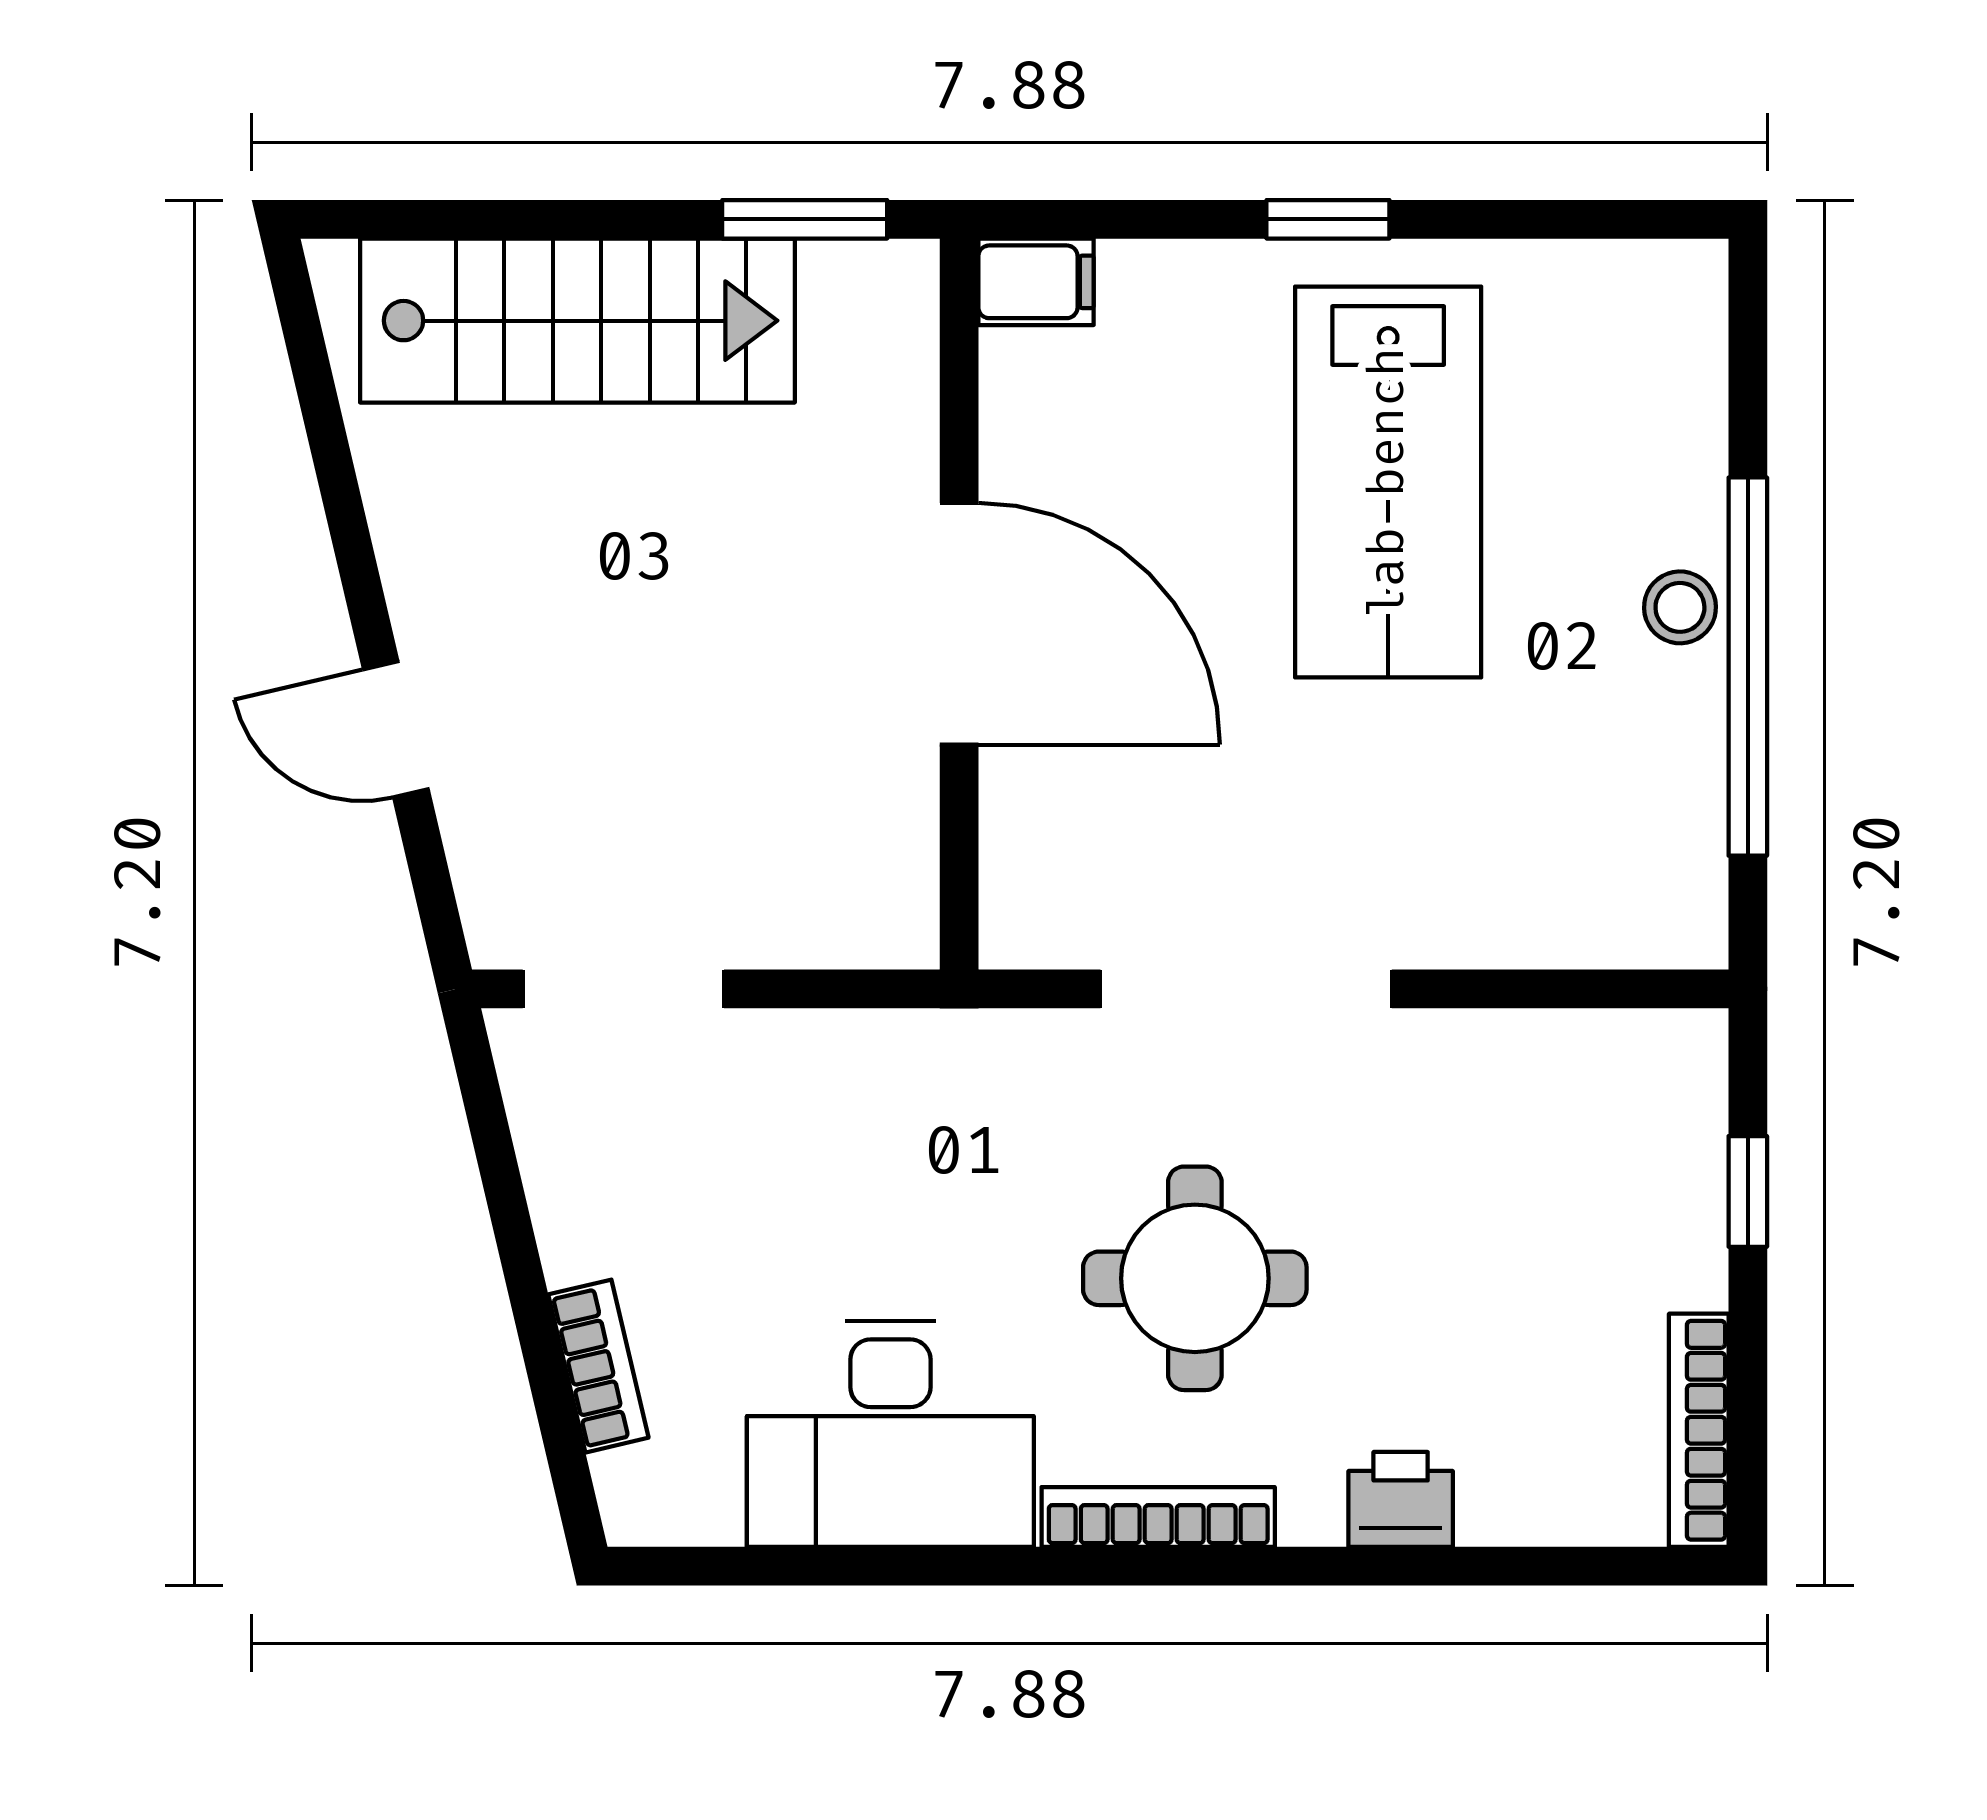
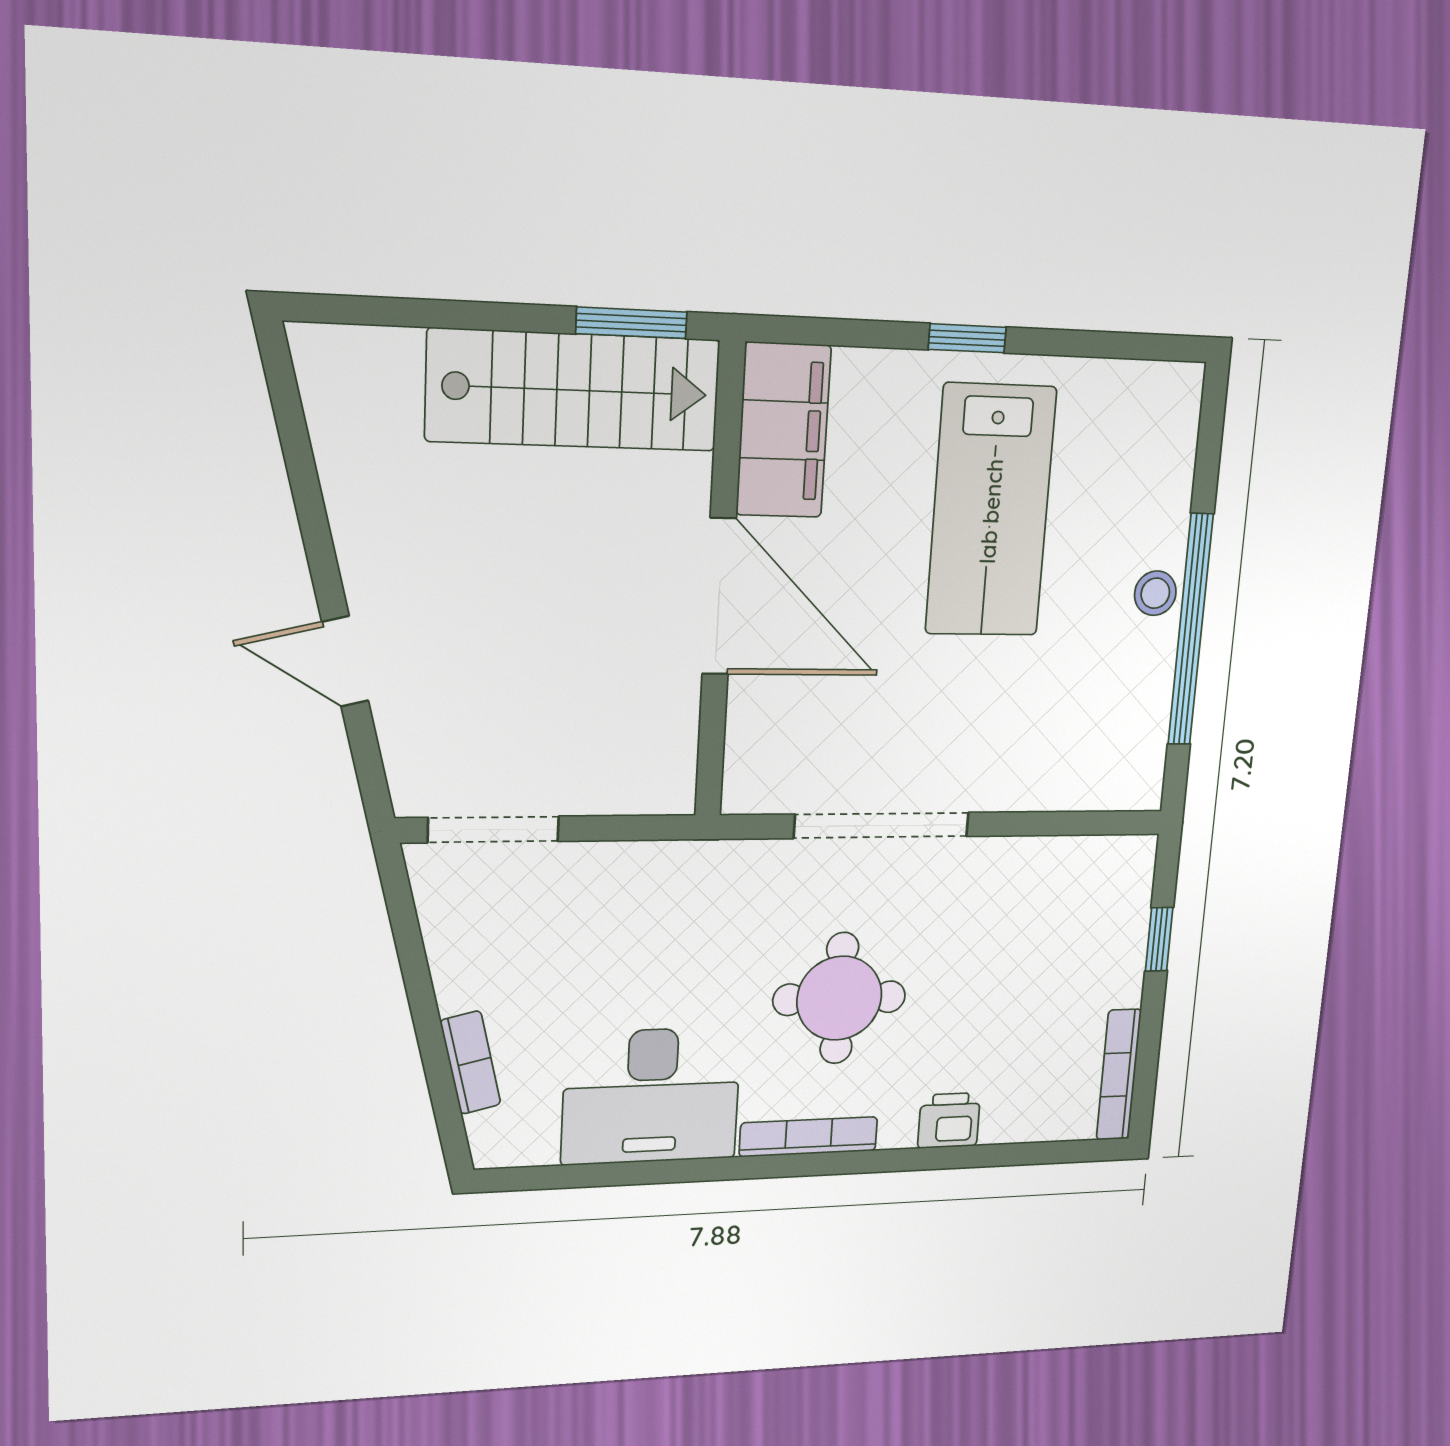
filing cabinet: (1036, 282) -> (783, 430), width x3.00, depth x1.17
stairs: (577, 321) -> (574, 390), moved

